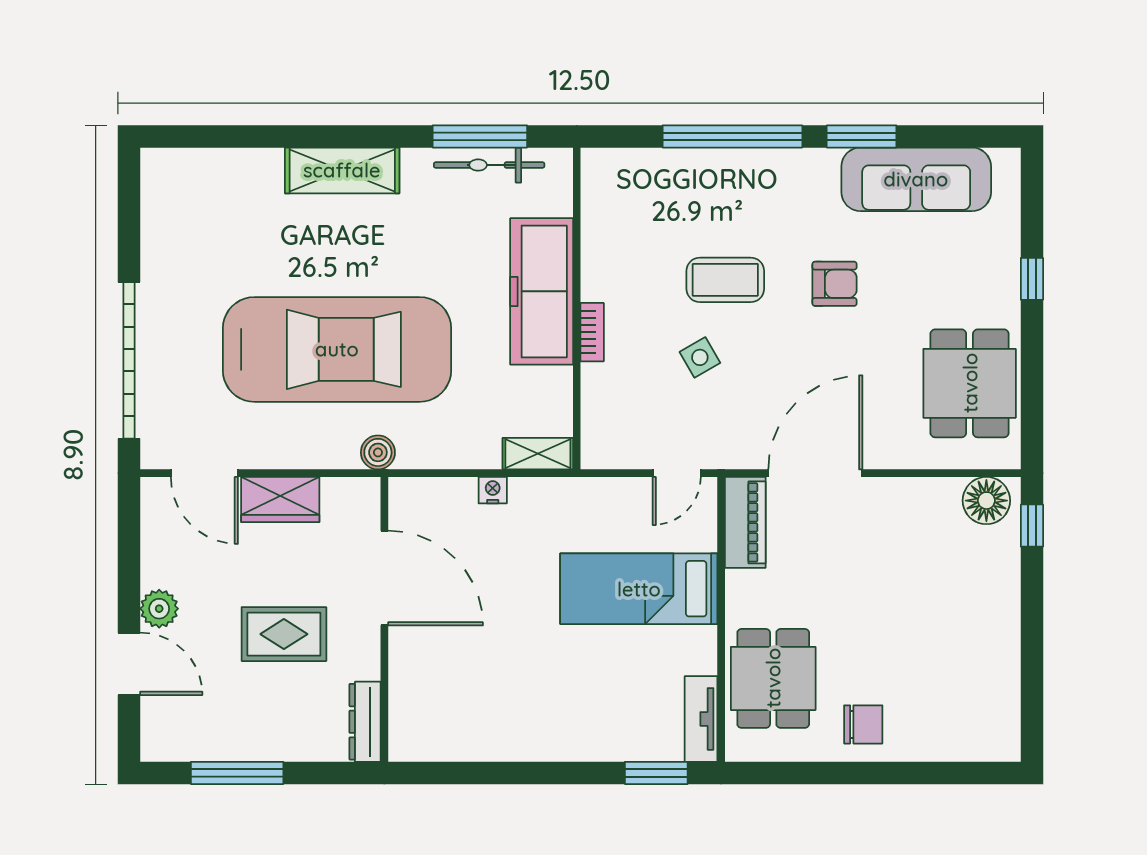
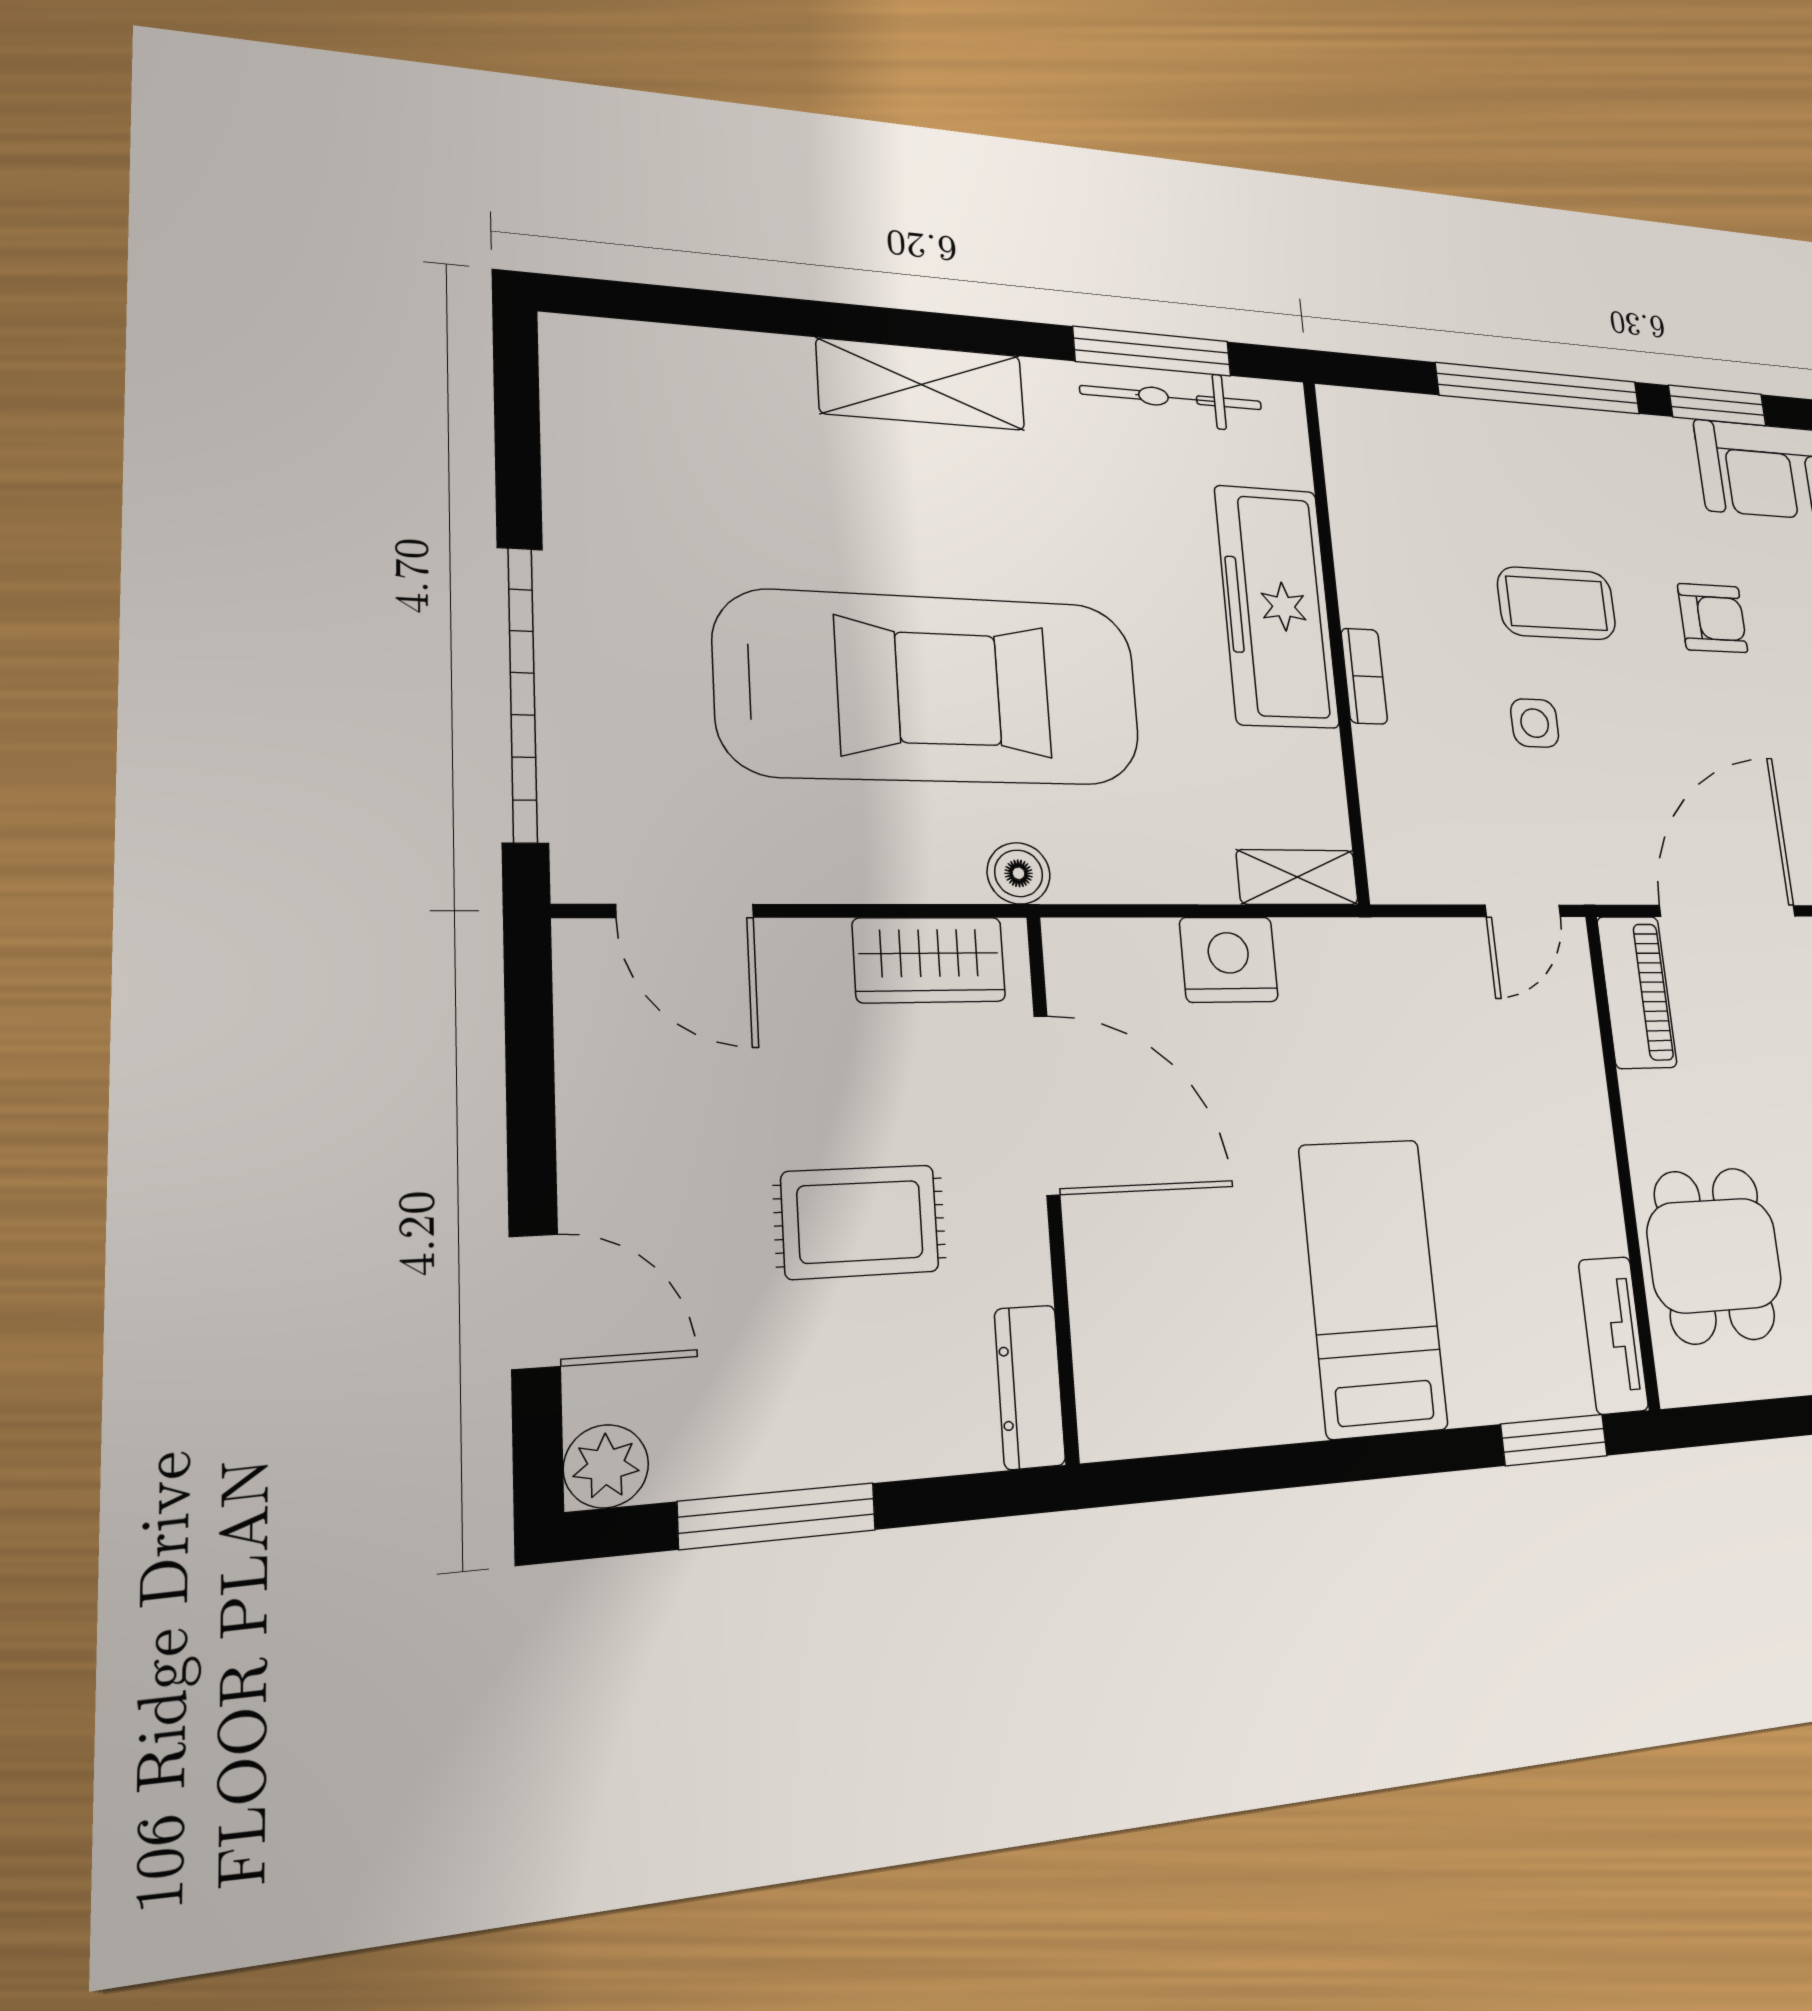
side table: (700, 357) -> (1535, 723), turned 30
nightstand: (493, 490) -> (1229, 960), width x1.89, depth x1.79
wardrobe: (280, 500) -> (929, 960), moved
bed: (639, 589) -> (1373, 1287), moved, turned 90
plant: (159, 609) -> (606, 1466), moved

